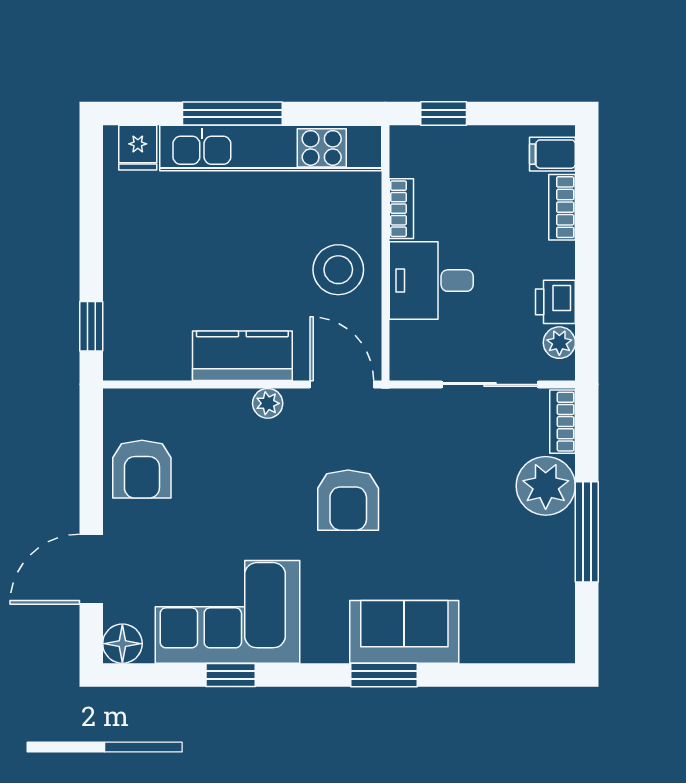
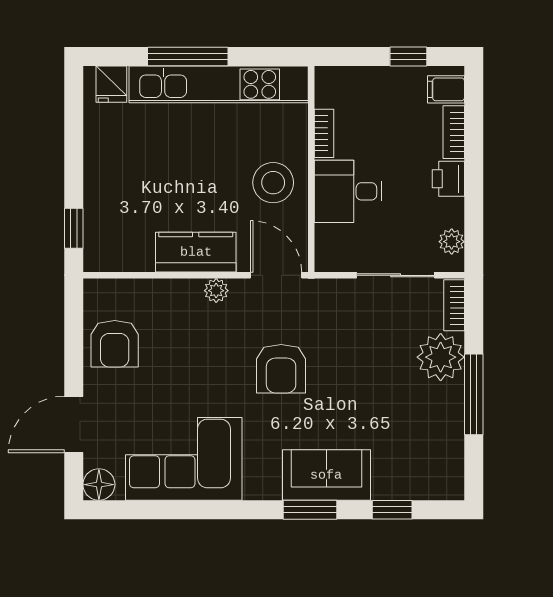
window: (444, 113) -> (408, 56), moved
printer: (555, 302) -> (448, 179), moved
window: (231, 675) -> (392, 510), moved

